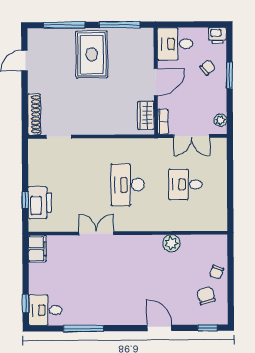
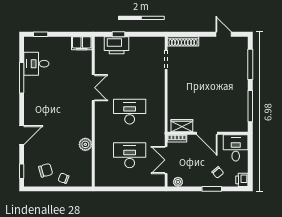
rug: (92, 54) -> (228, 85), removed
desk: (186, 184) -> (130, 155), width x1.37
desk: (45, 310) -> (36, 64), moved, turned -90

